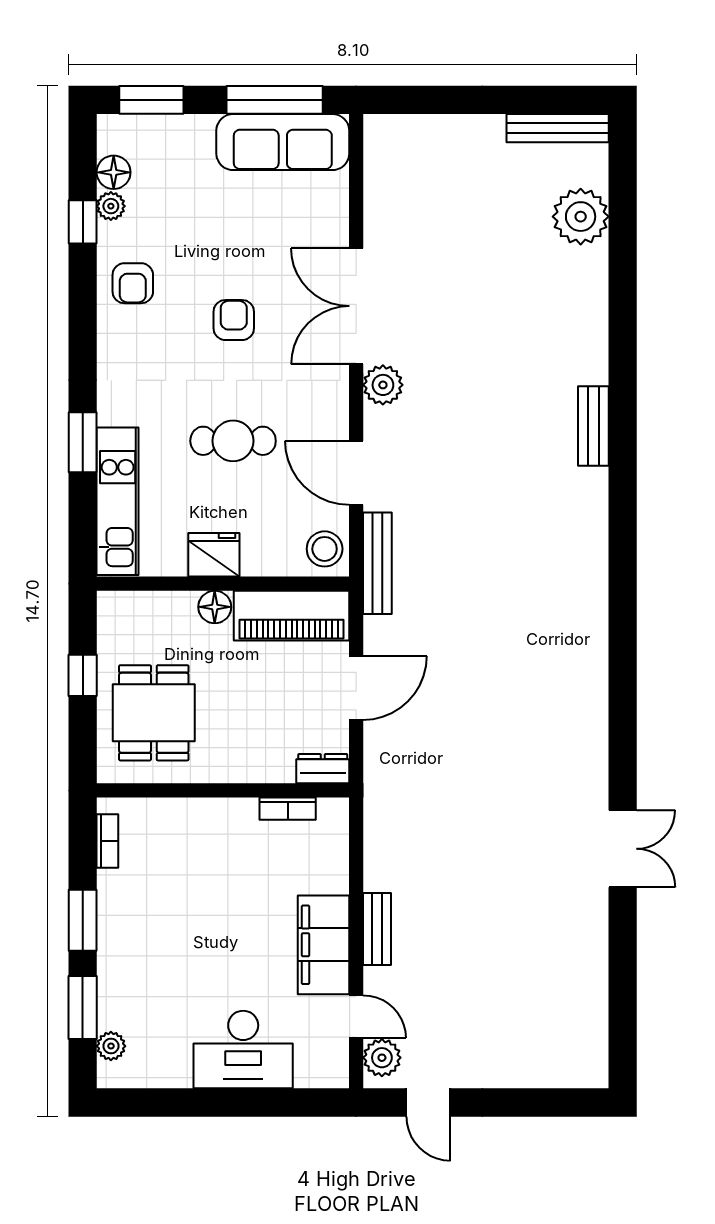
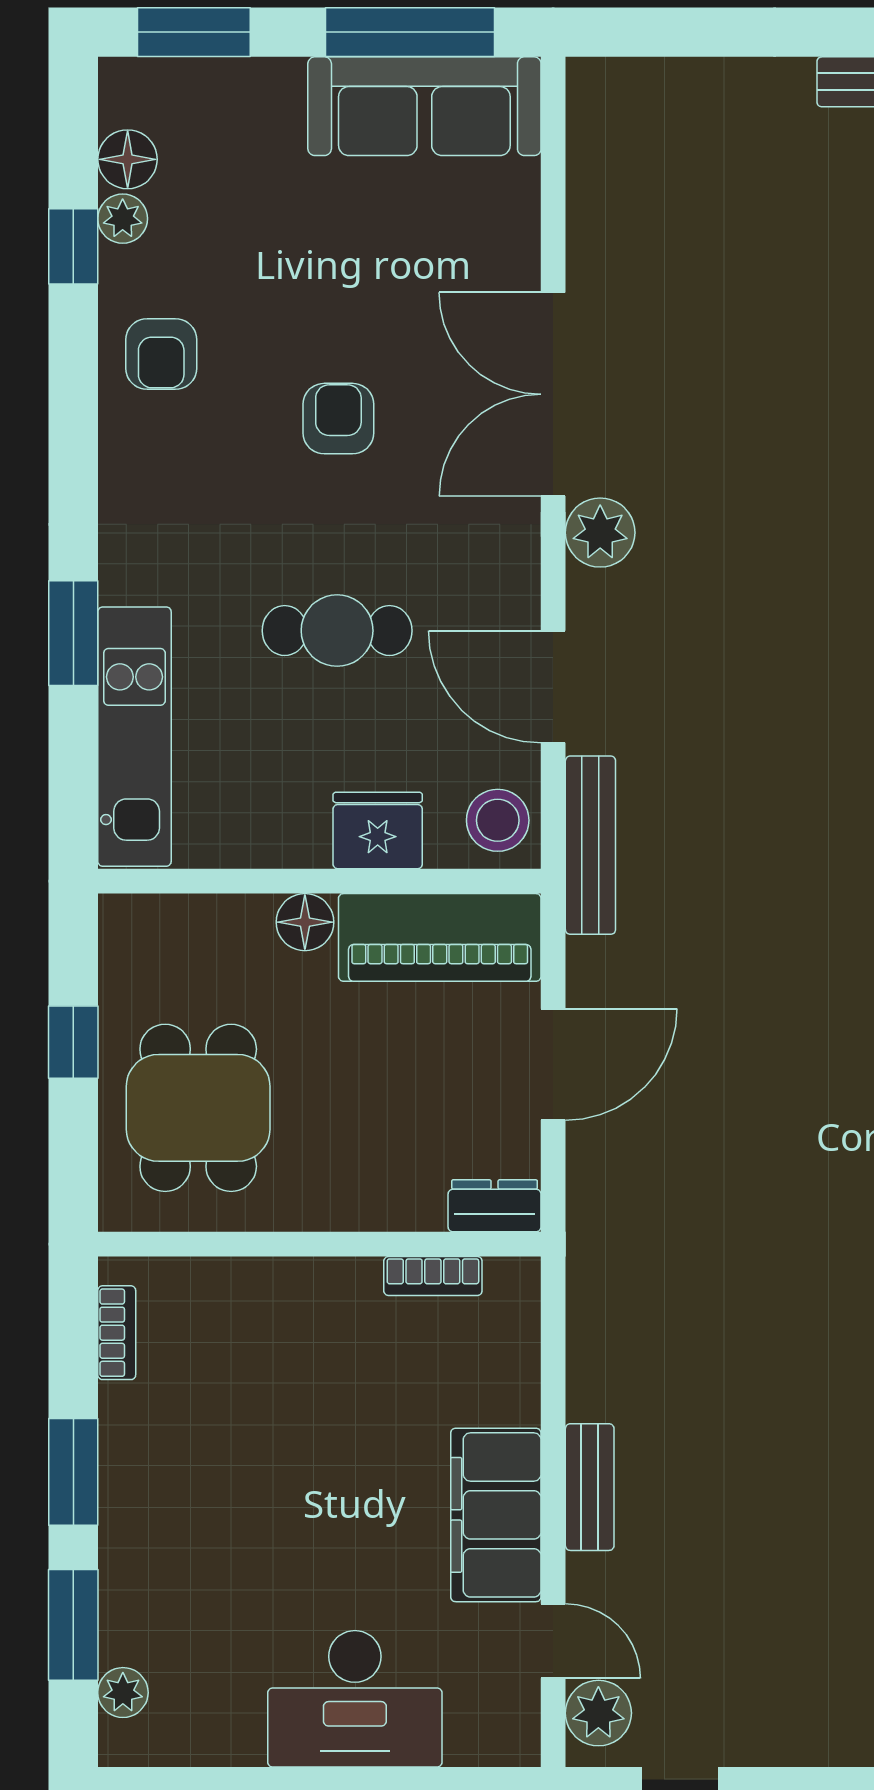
fridge: (214, 555) -> (378, 830), moved

